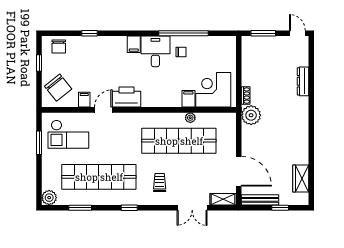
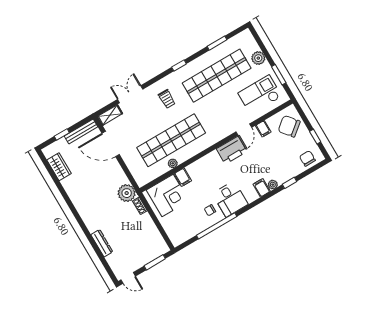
plant: (107, 41) -> (273, 185), added
filing cabinet: (134, 44) -> (262, 188), moved
plant: (49, 198) -> (258, 58), moved

